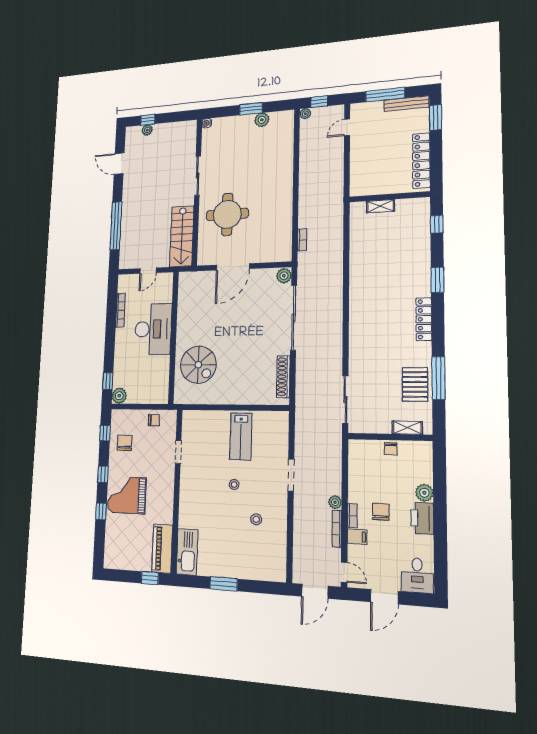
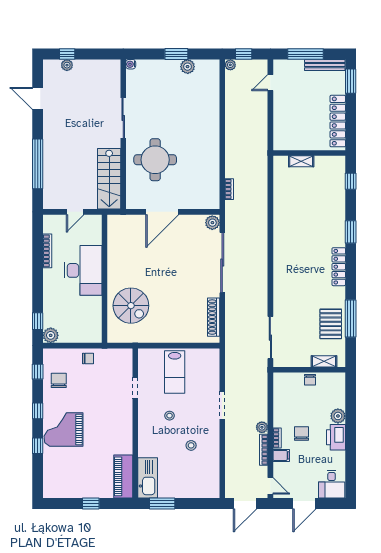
doorway: (178, 452) -> (135, 388), moved
wall: (177, 491) -> (135, 423), moved
piano: (162, 549) -> (123, 476), moved
kitchen sink: (187, 552) -> (148, 478), moved

